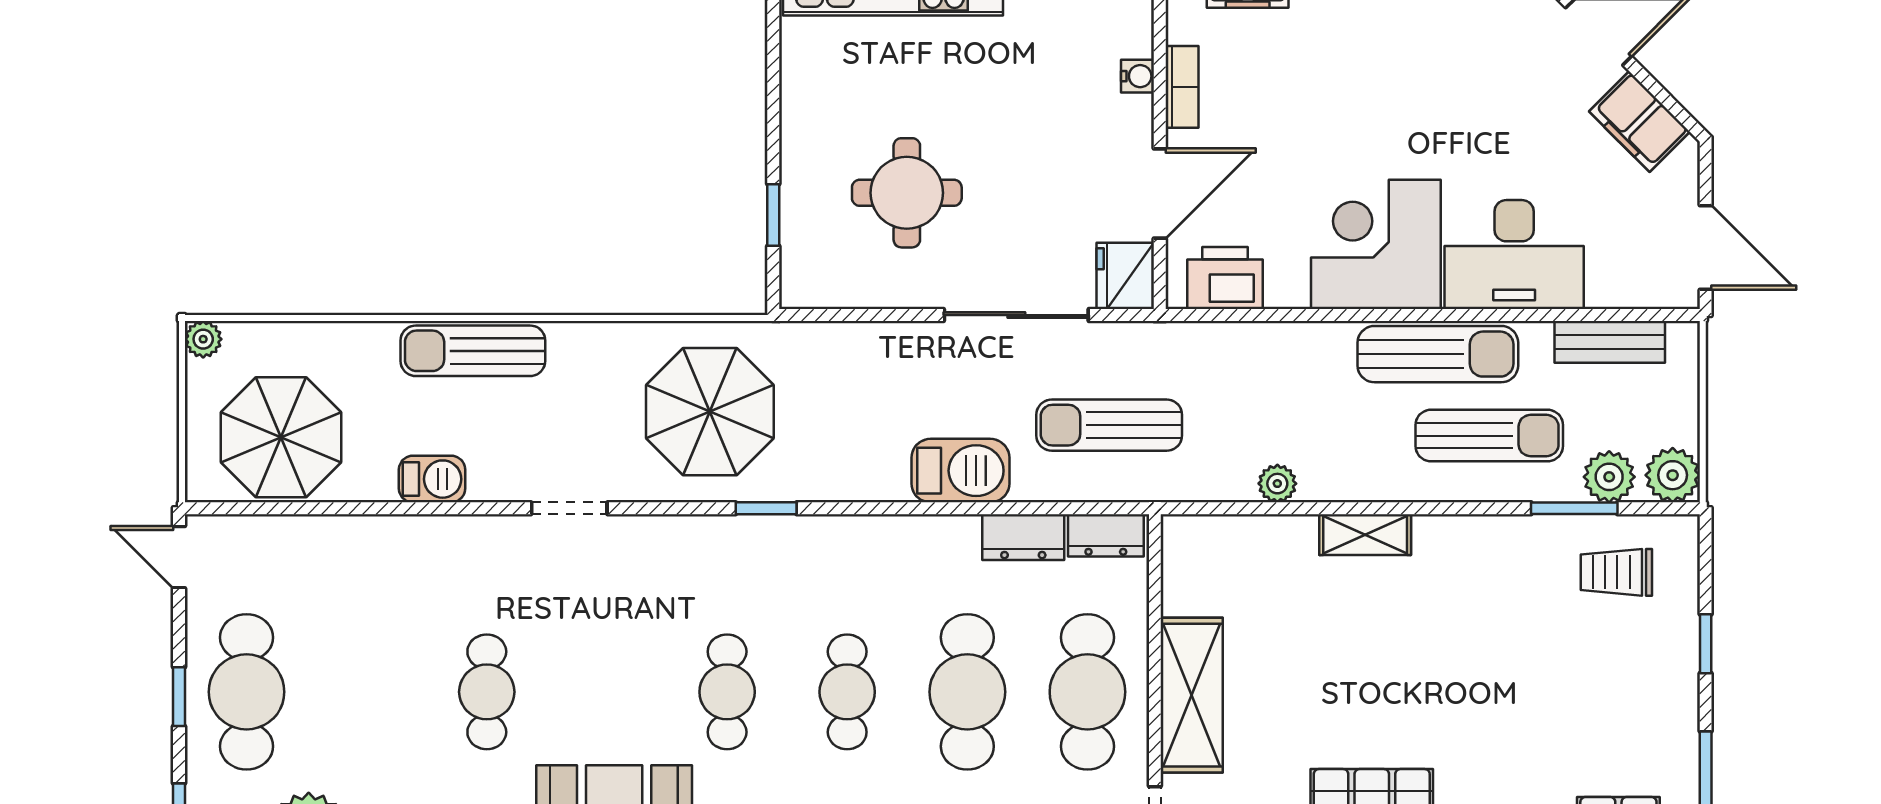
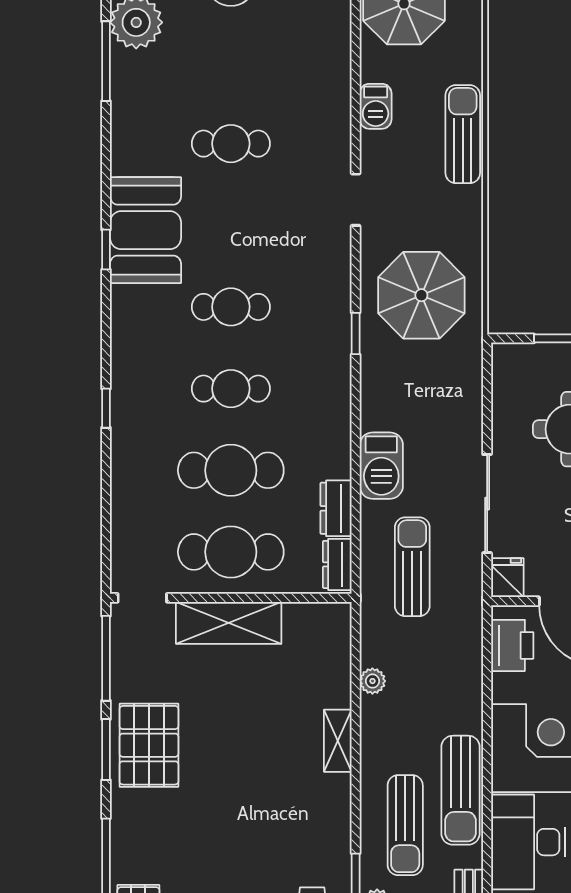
fridge: (1125, 276) -> (507, 578), width x0.72

